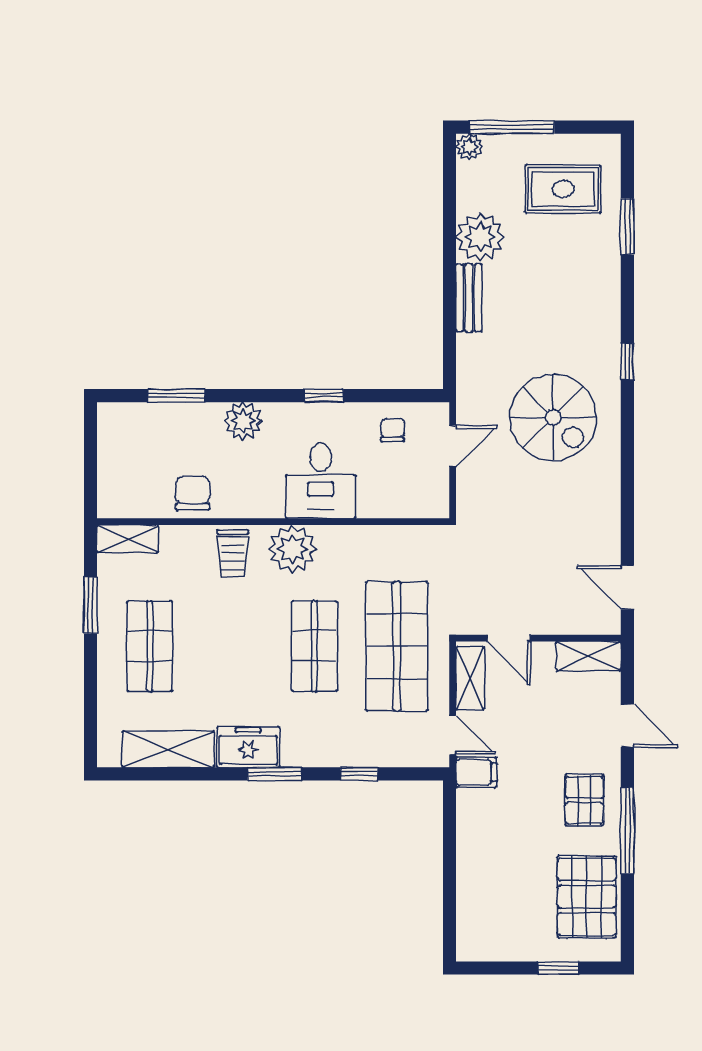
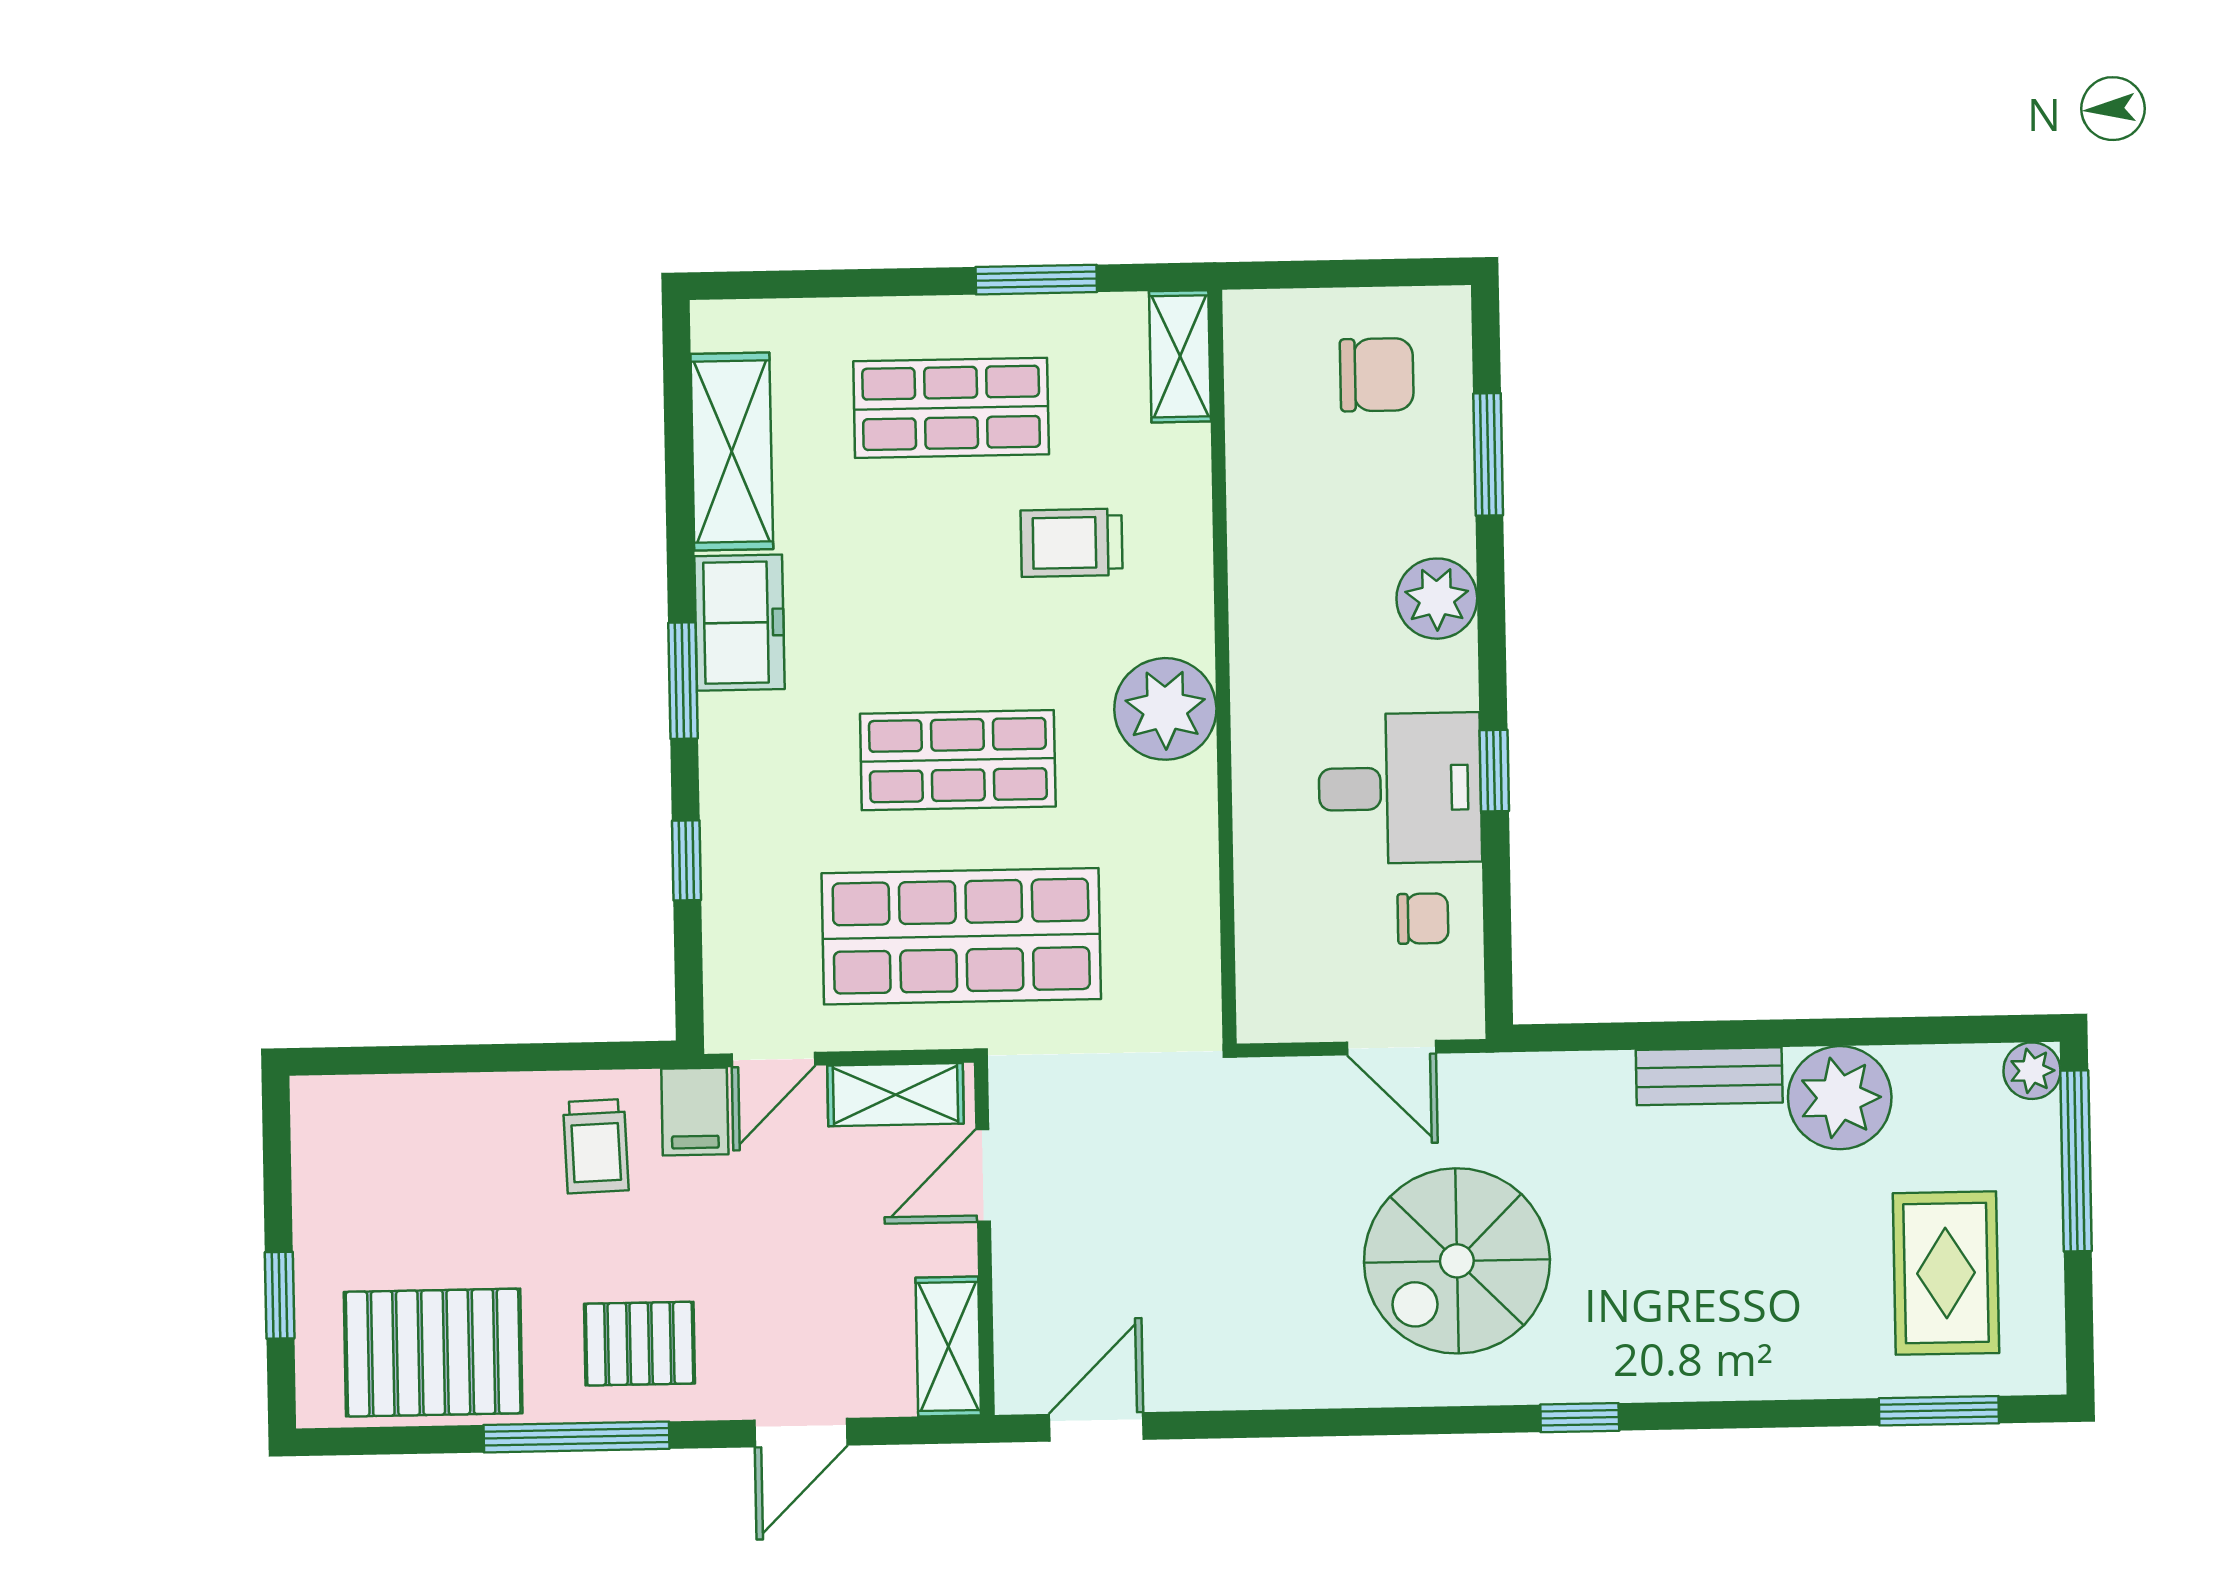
window: (627, 226) -> (1939, 1411), moved
desk: (321, 481) -> (1400, 788), moved, turned 180
chair: (193, 493) -> (1377, 375), moved
trolley: (233, 554) -> (1072, 543), moved
trolley: (492, 819) -> (596, 1146), added

